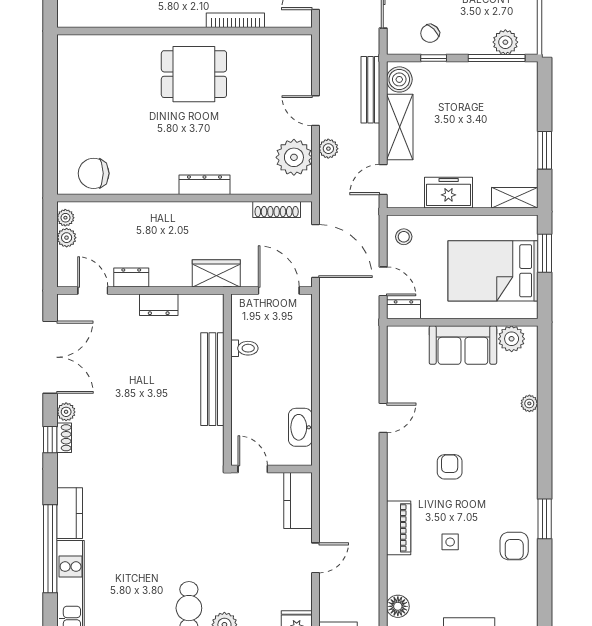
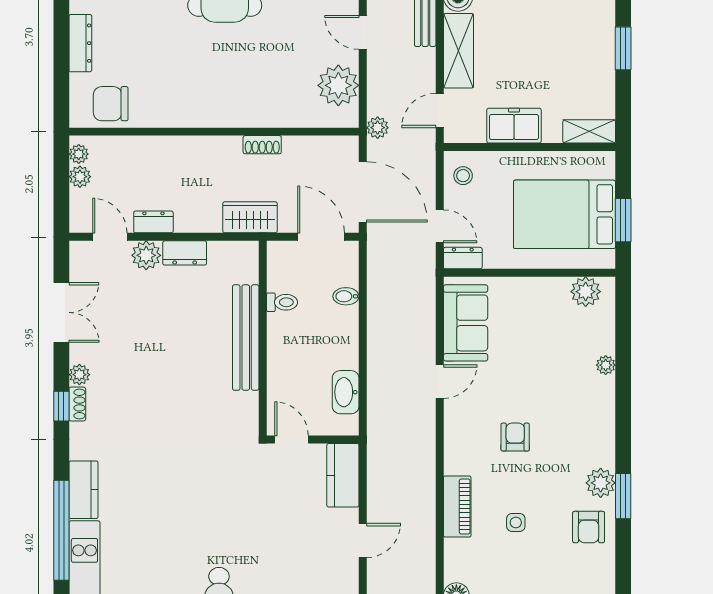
plant: (328, 149) -> (378, 128), moved
window: (545, 150) -> (623, 48), moved
dresser: (204, 185) -> (80, 43), moved, turned 90
shoe rack: (277, 210) -> (262, 145), moved, width x0.70
window: (545, 253) -> (623, 220), moved
plant: (125, 307) -> (146, 255), added
bidet: (301, 343) -> (346, 296), added
sofa: (463, 345) -> (466, 323), moved, turned -90
double door: (50, 357) -> (61, 312), width x0.73
plant: (525, 507) -> (601, 483), added

